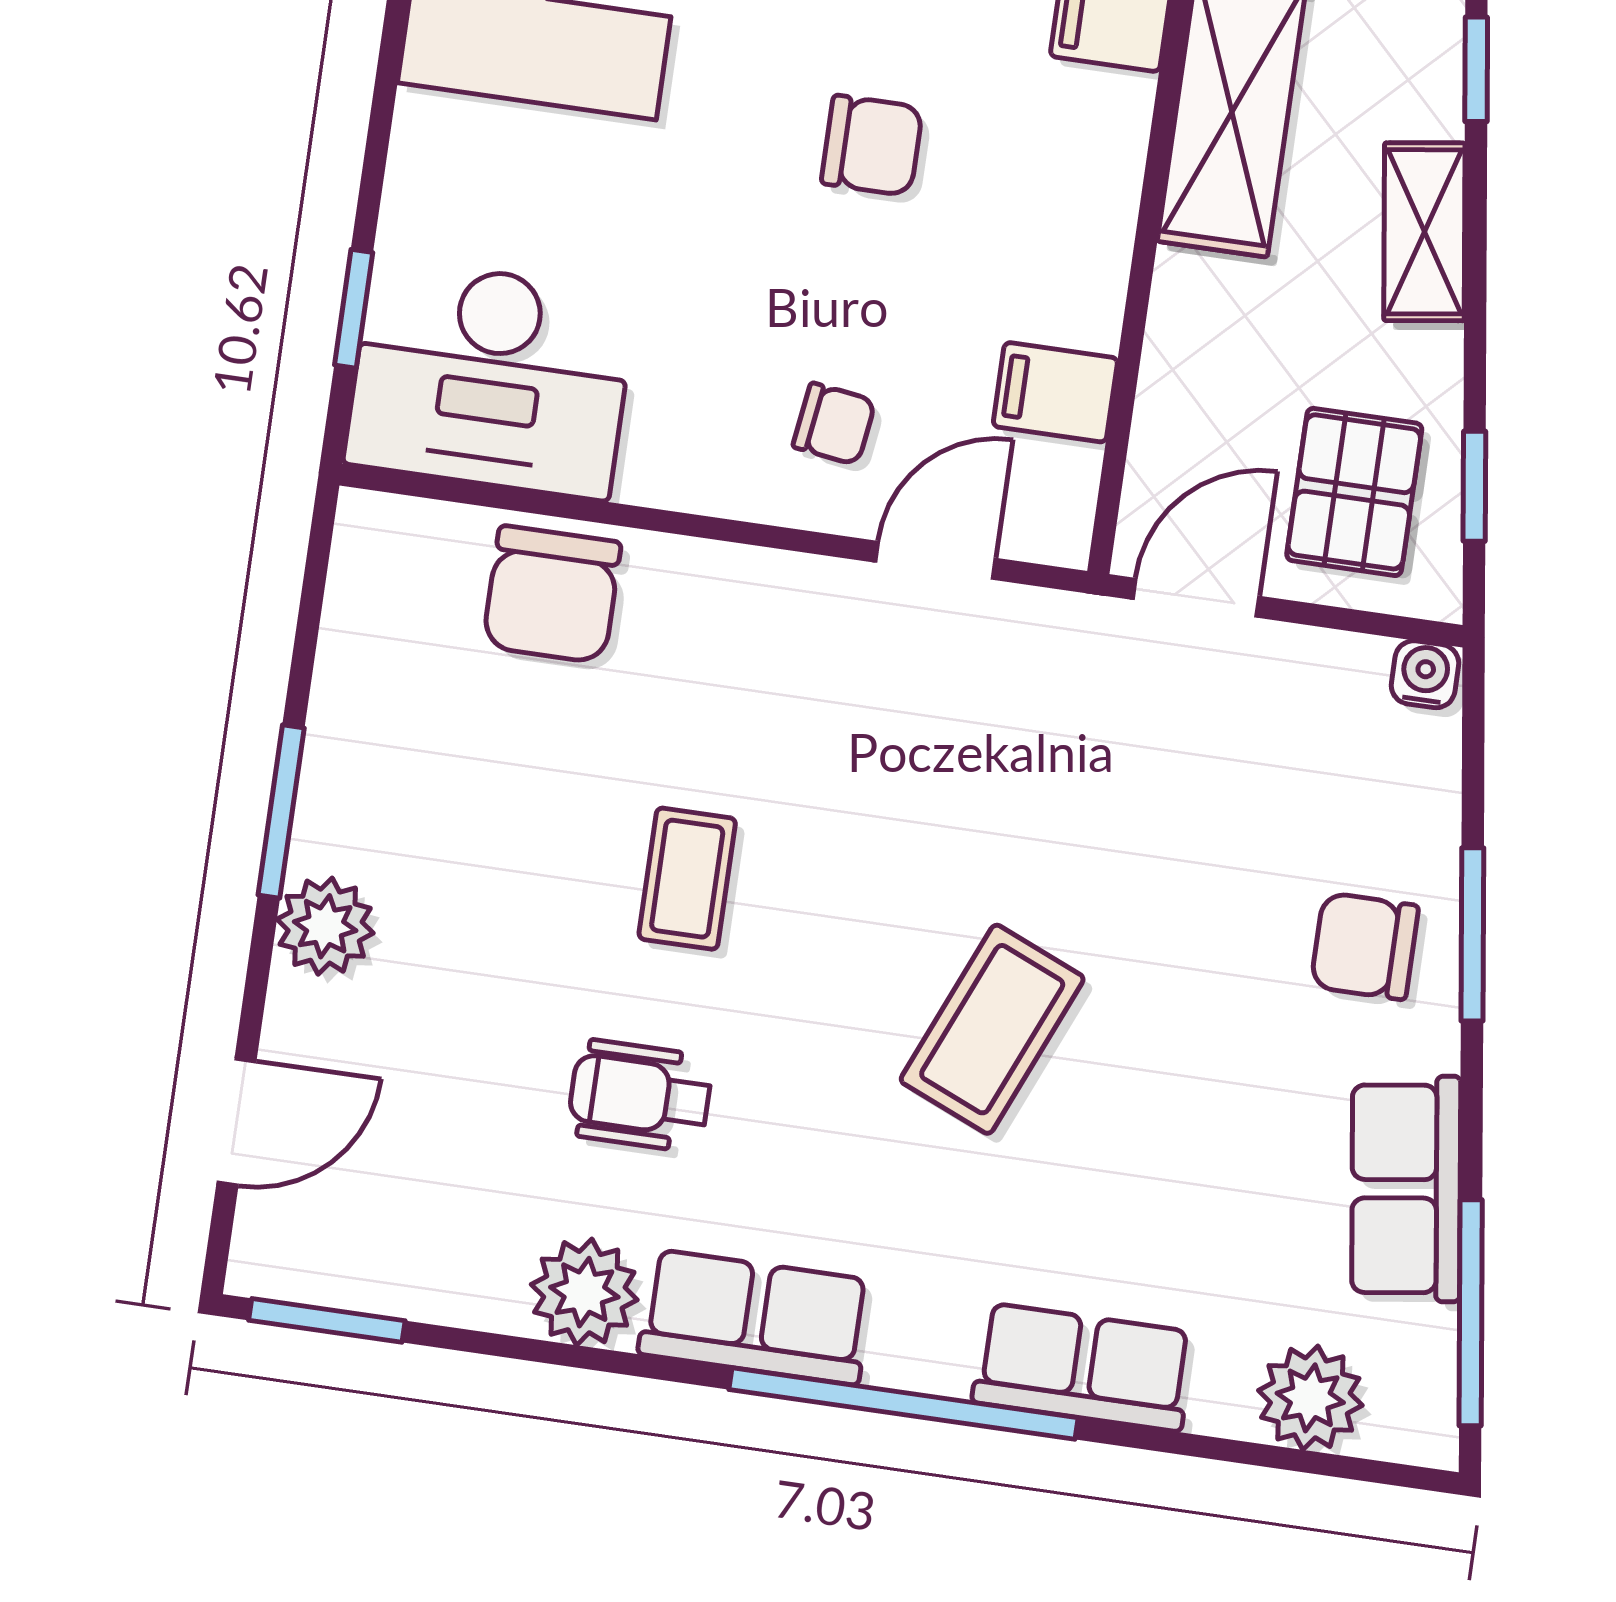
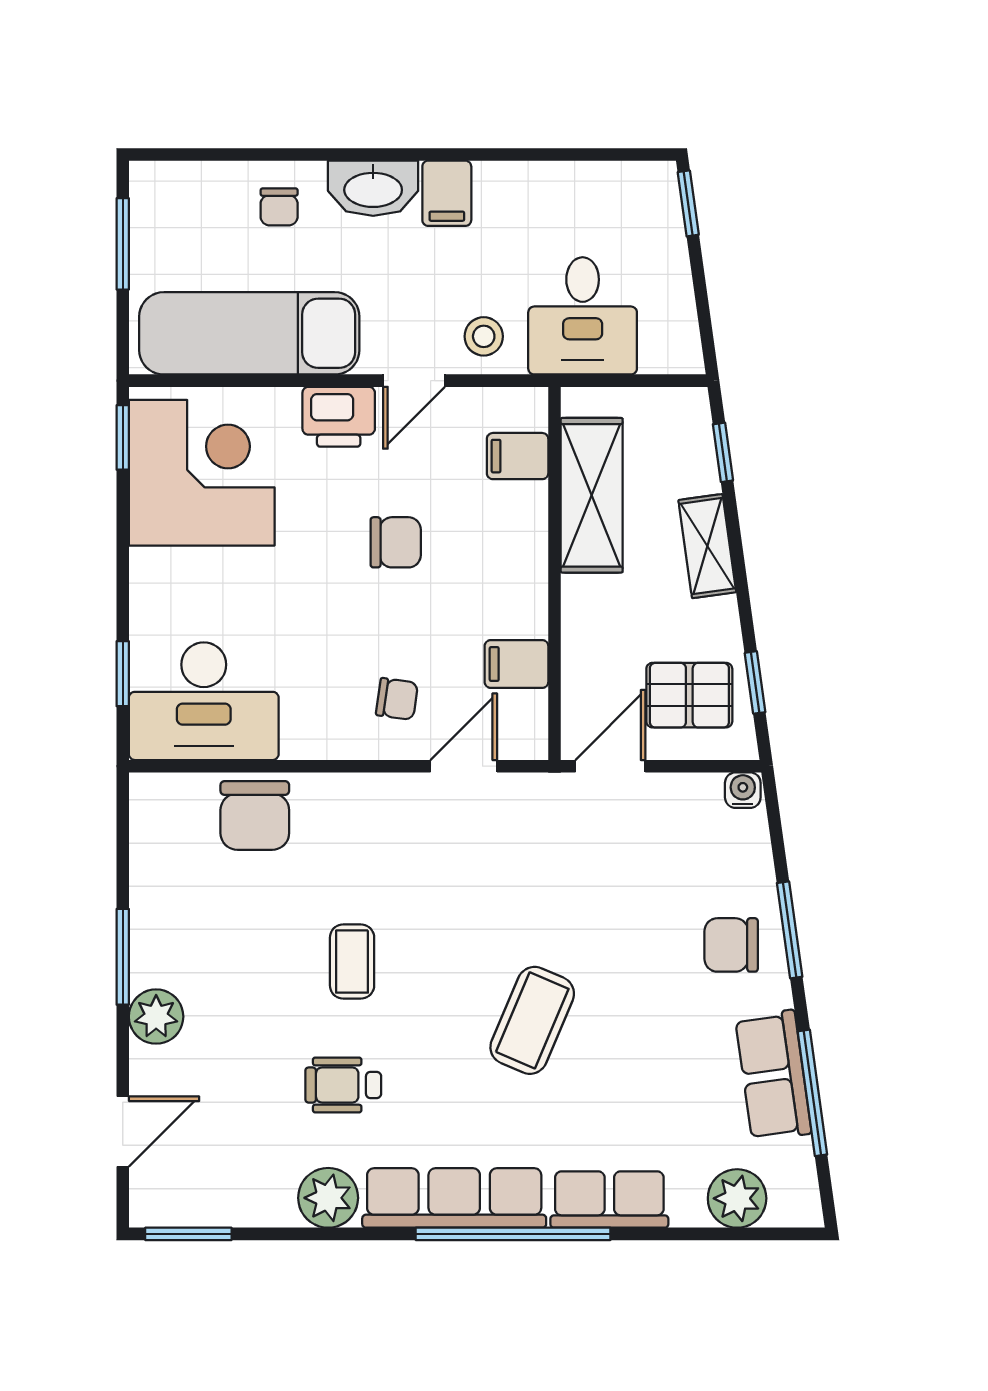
pallet: (1354, 492) -> (689, 695), turned 90
window: (1471, 1313) -> (812, 1093), moved
row of seats: (755, 1317) -> (454, 1198), width x1.48

